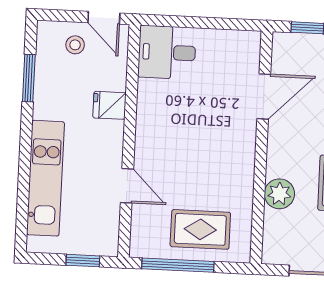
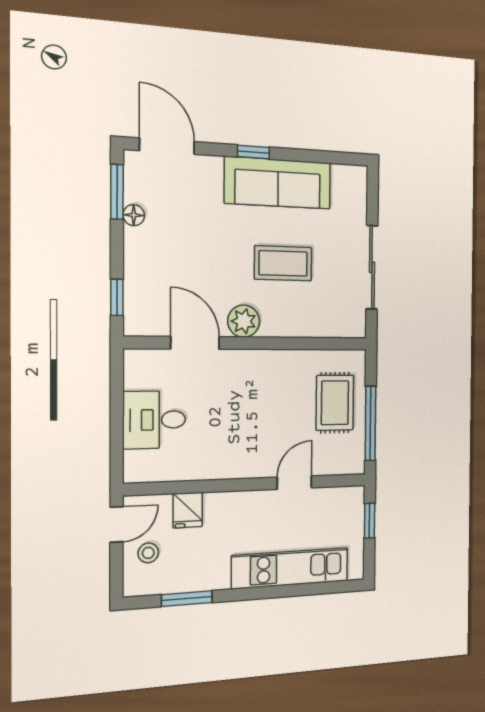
desk: (167, 52) -> (154, 420), moved, turned 90
fridge: (109, 105) -> (188, 510), moved
plant: (279, 194) -> (244, 321), moved

